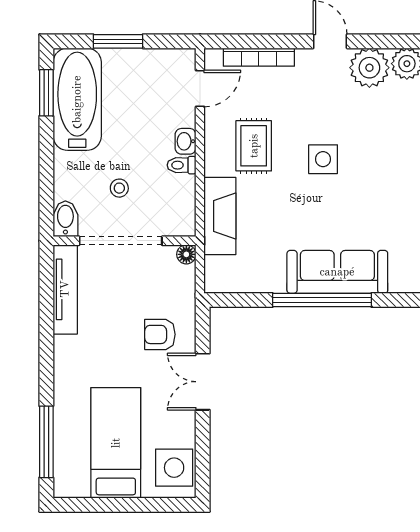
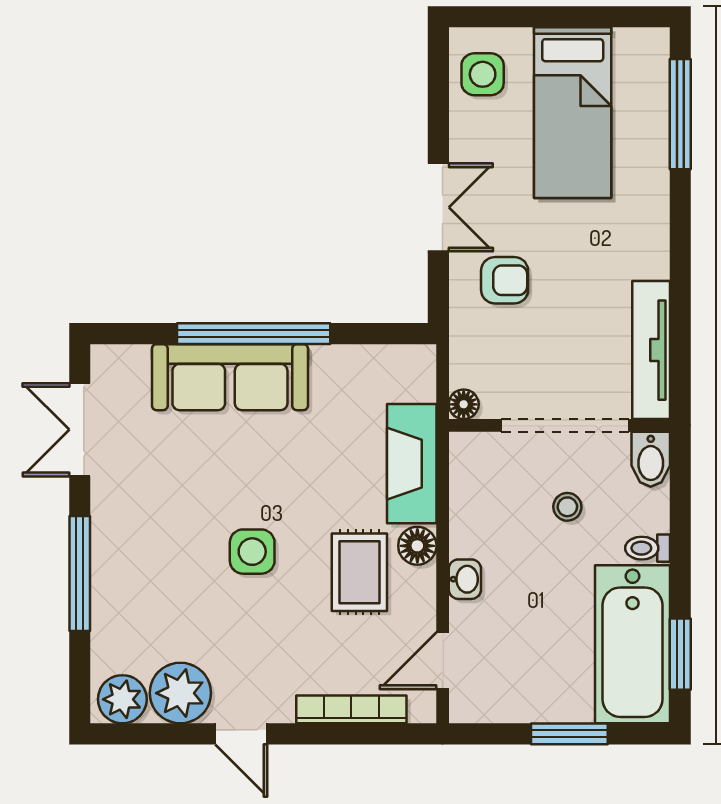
floor lamp: (216, 163) -> (417, 546), added
toilet: (182, 165) -> (648, 548), moved, turned 180
side table: (174, 468) -> (483, 74), width x0.73, depth x0.73

